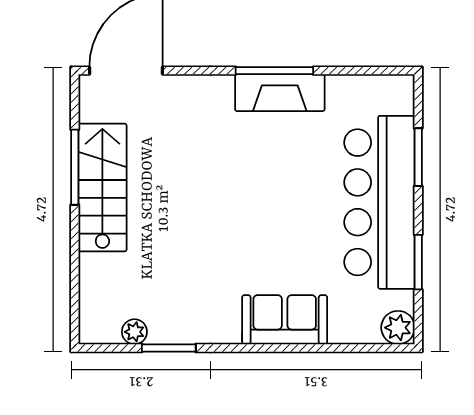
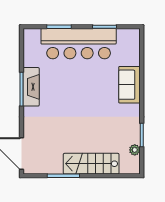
stairs: (102, 188) -> (91, 164), moved
plant: (398, 328) -> (133, 36), removed

